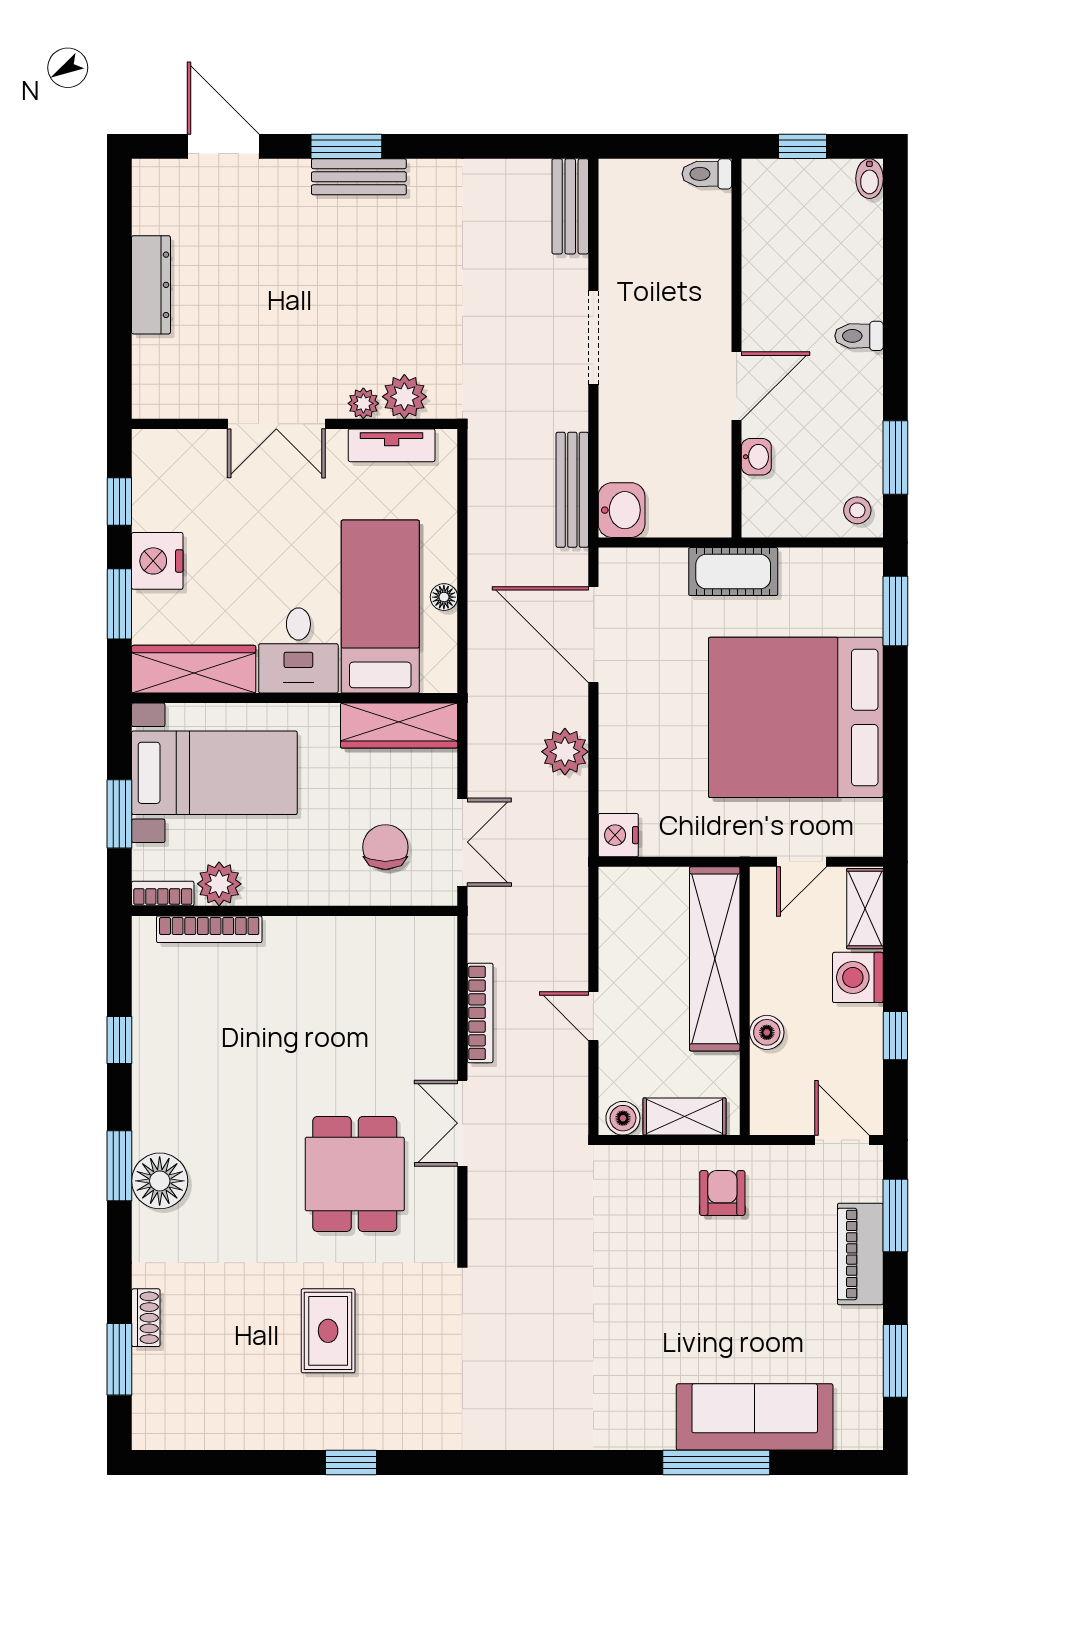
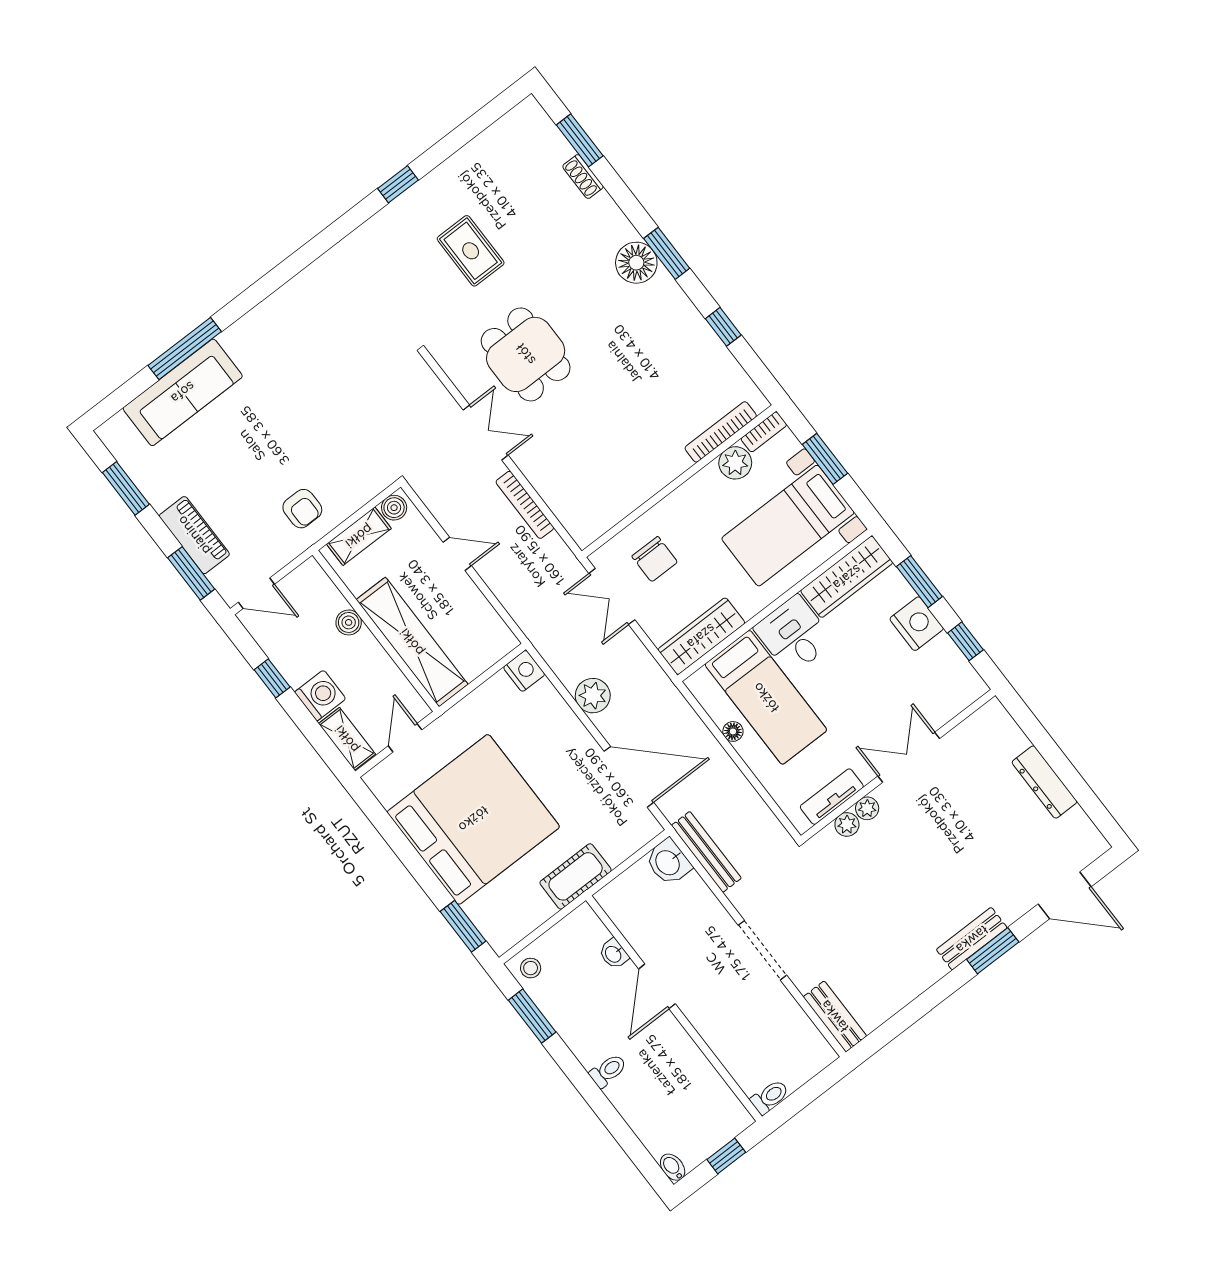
plant: (404, 397) -> (847, 824), width x0.73, depth x0.73

